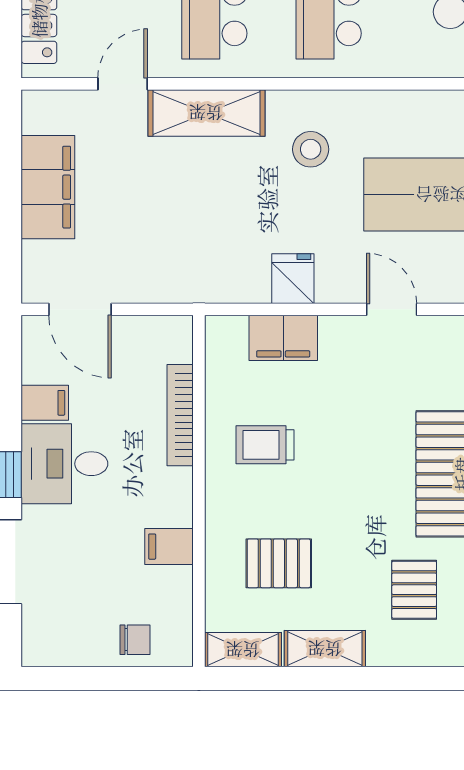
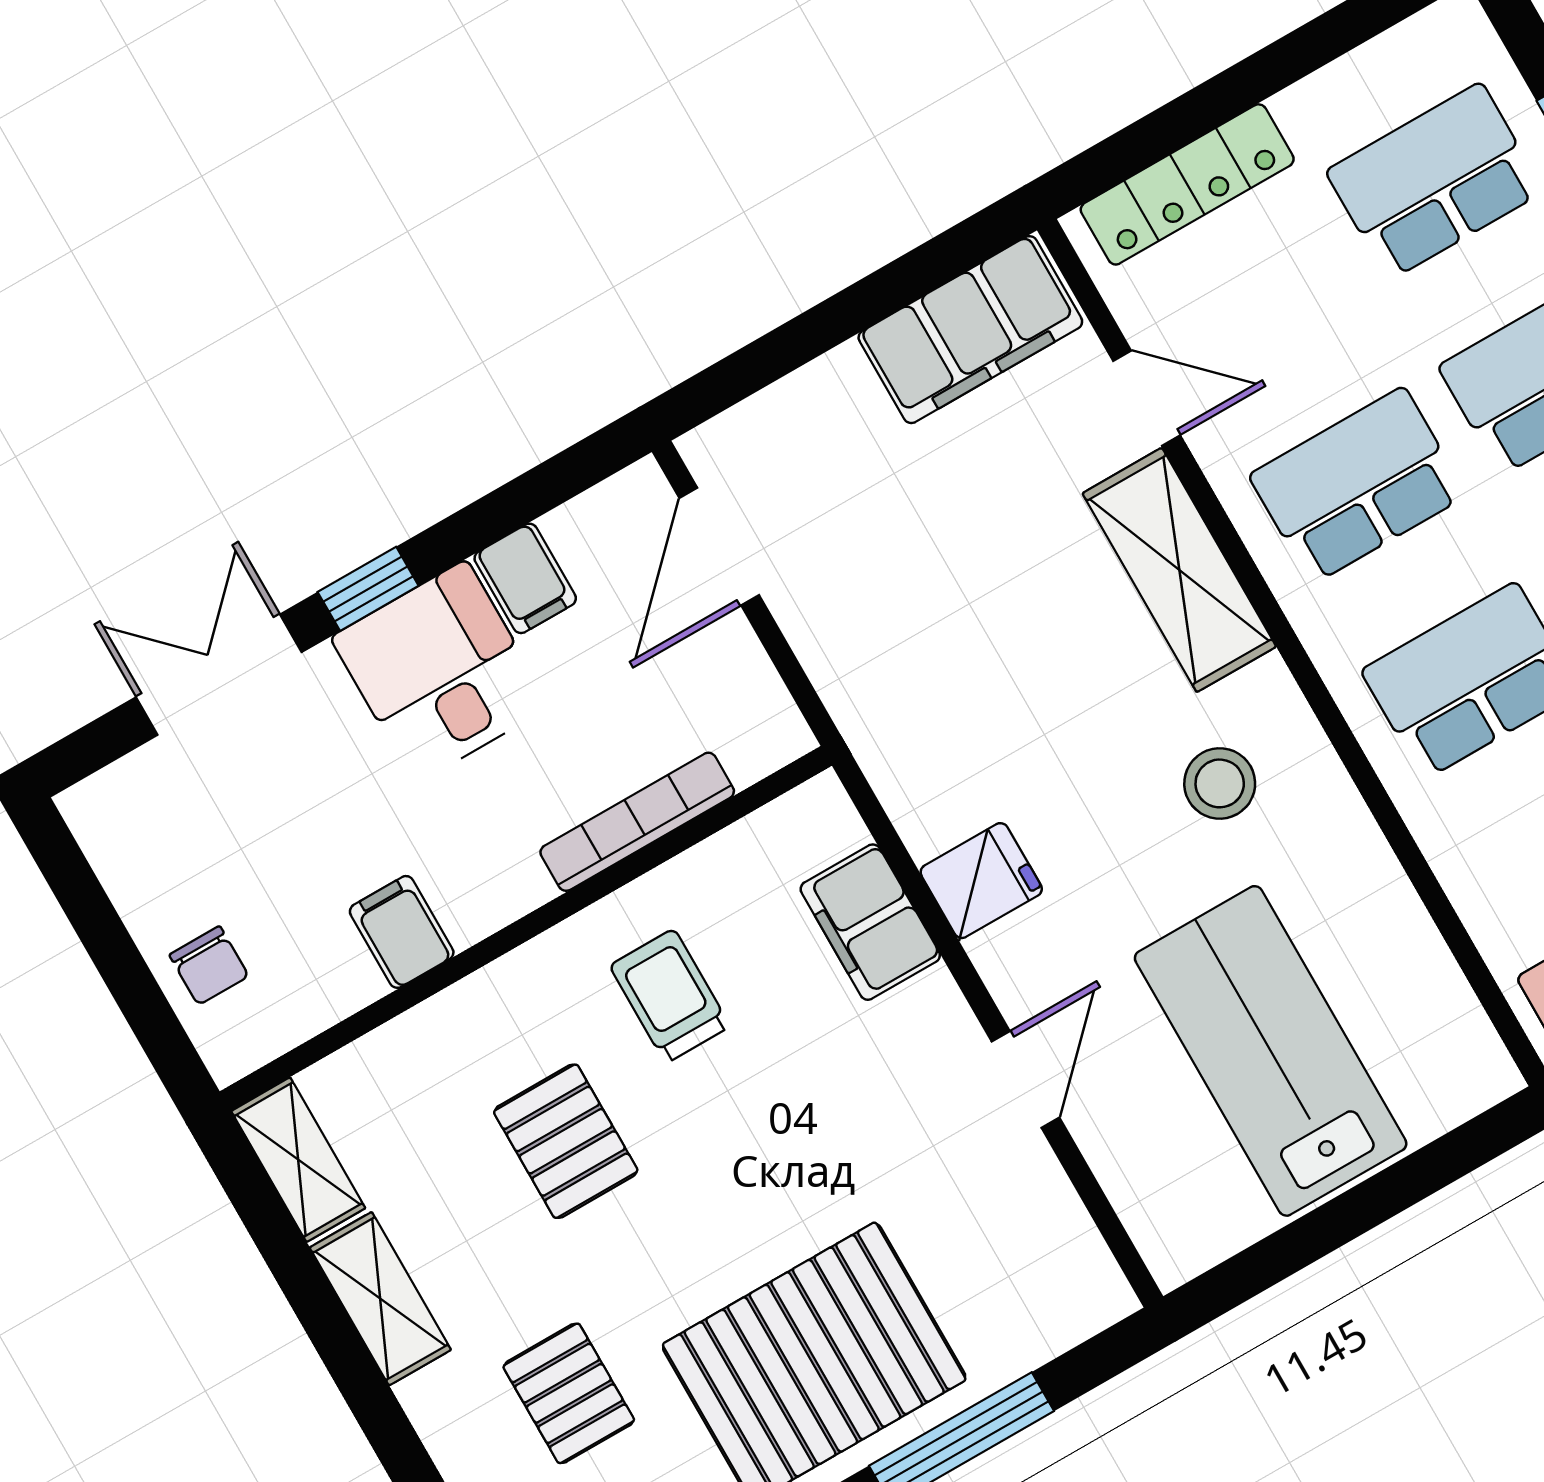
filing cabinet: (48, 187) -> (970, 330), moved
pallet: (279, 563) -> (566, 1141), moved
pallet: (414, 590) -> (569, 1393), turned 90

